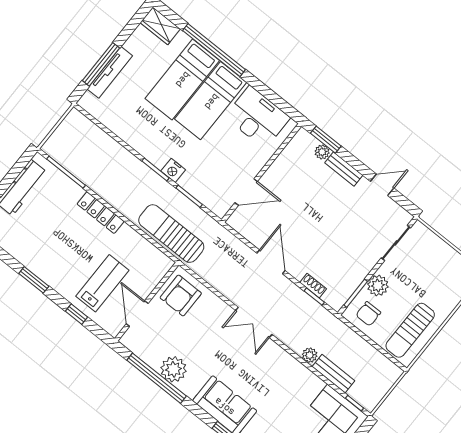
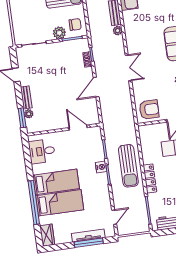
desk: (257, 117) -> (42, 151), width x0.73
door: (100, 125) -> (114, 217), added
sun lounger: (171, 234) -> (128, 166), moved

